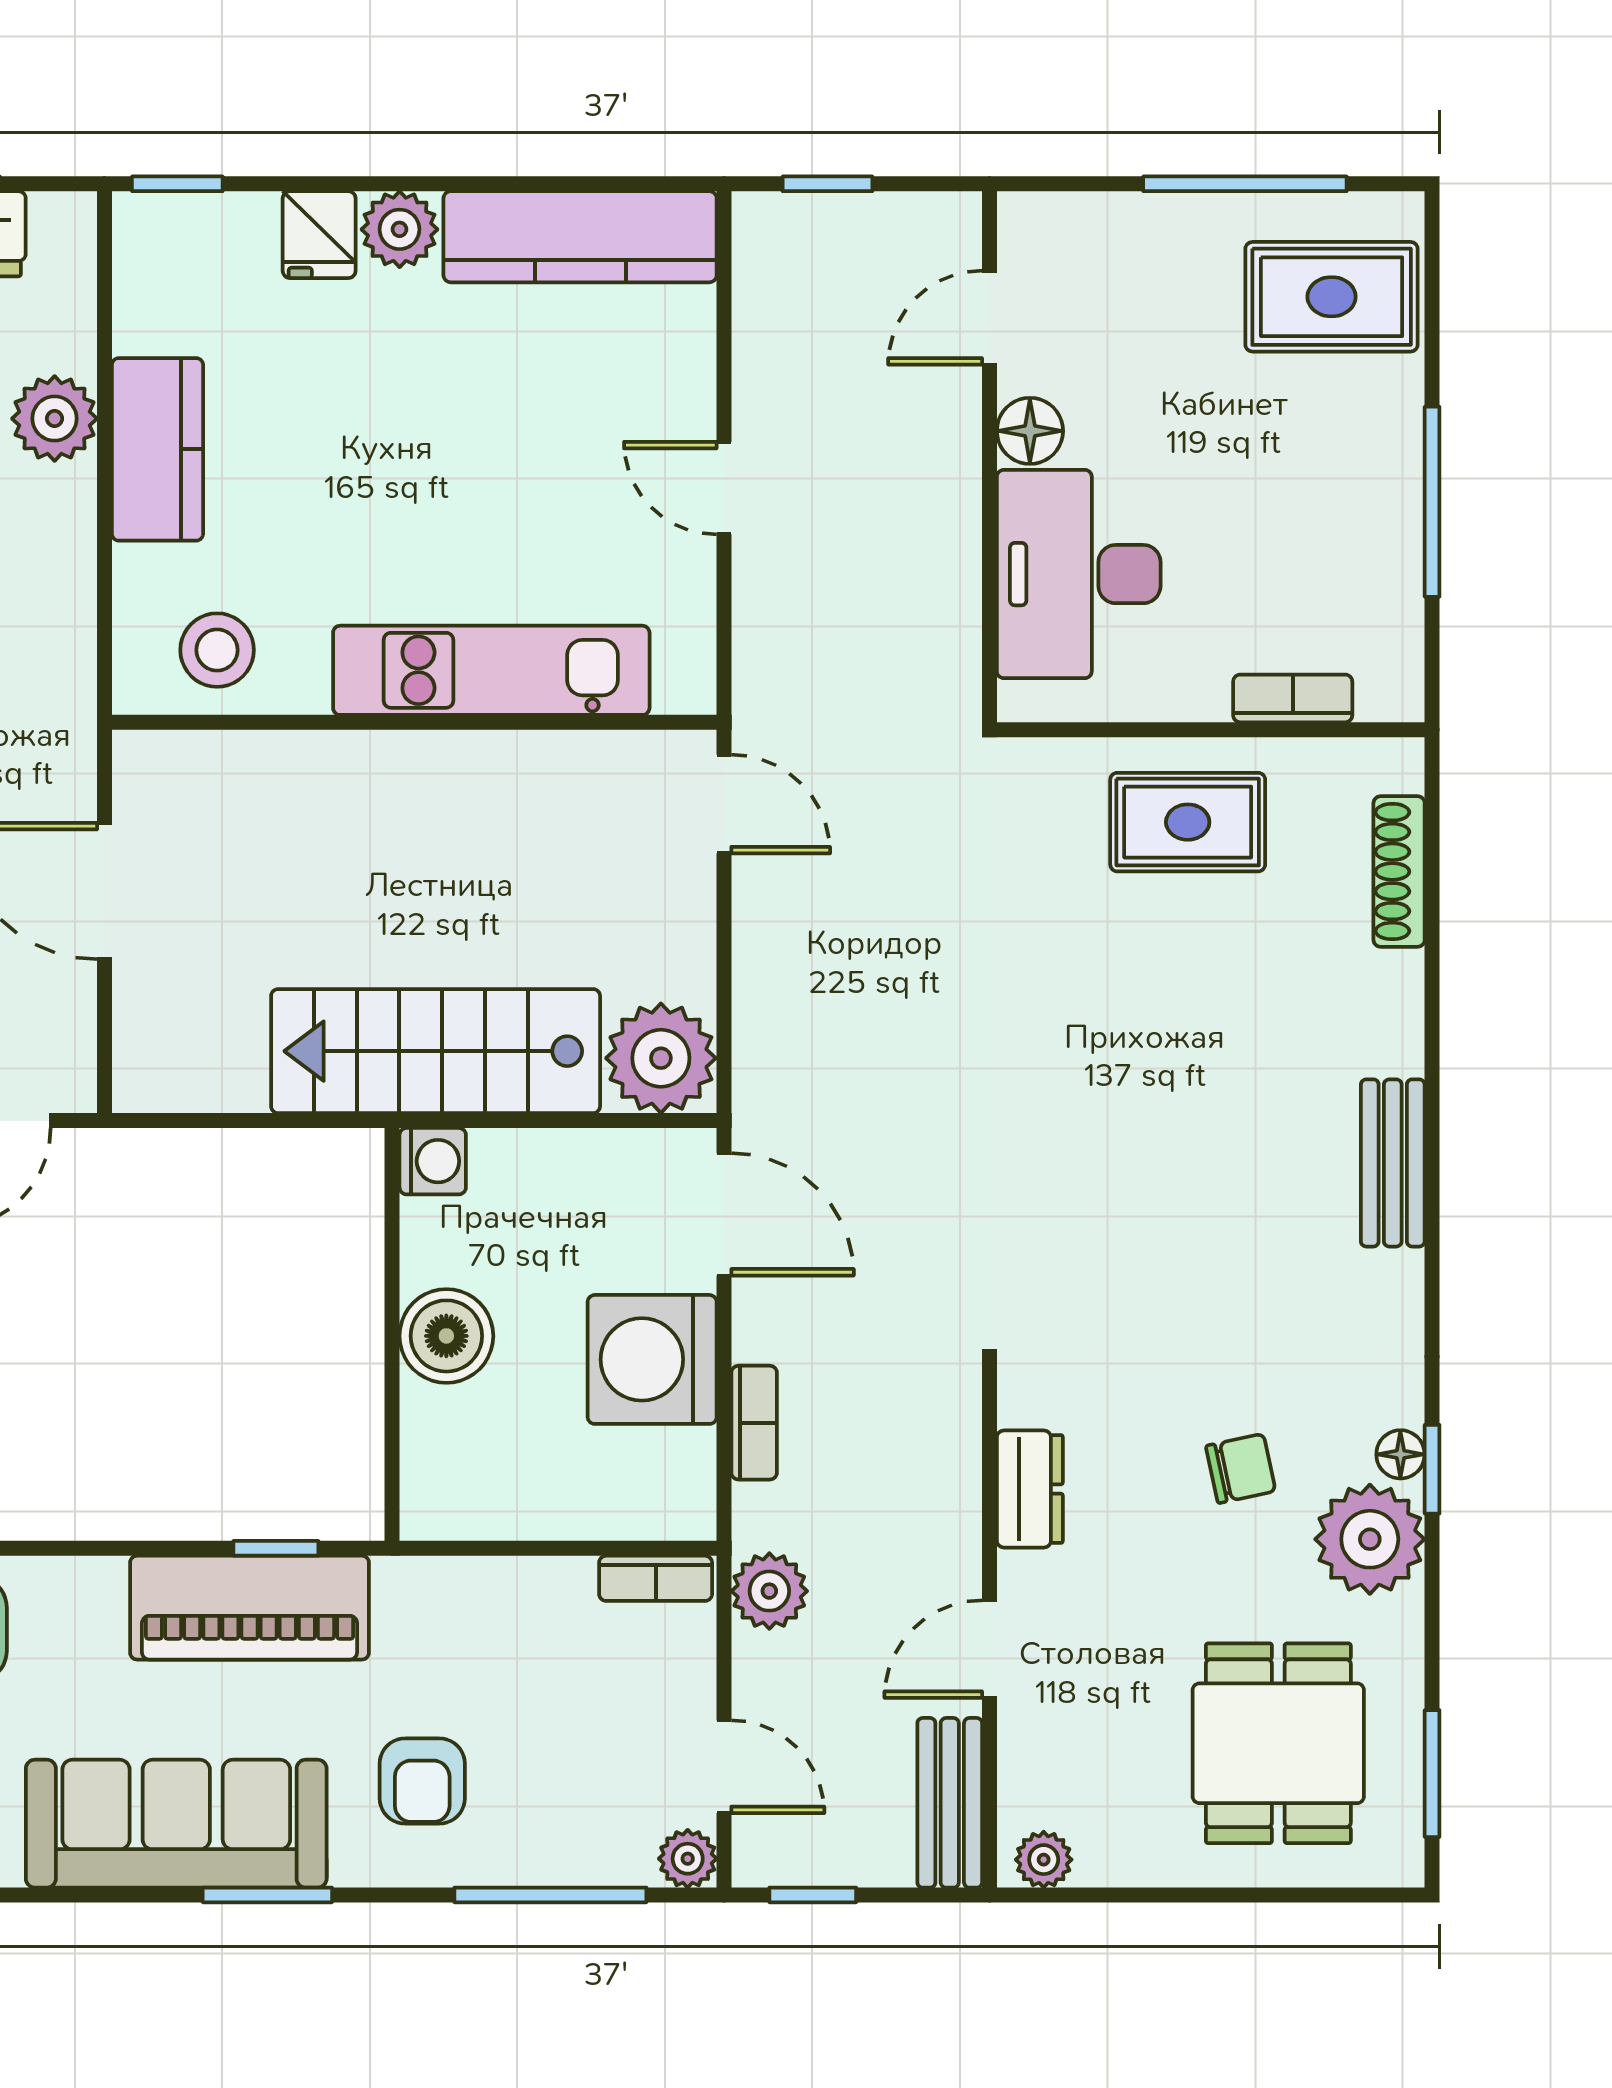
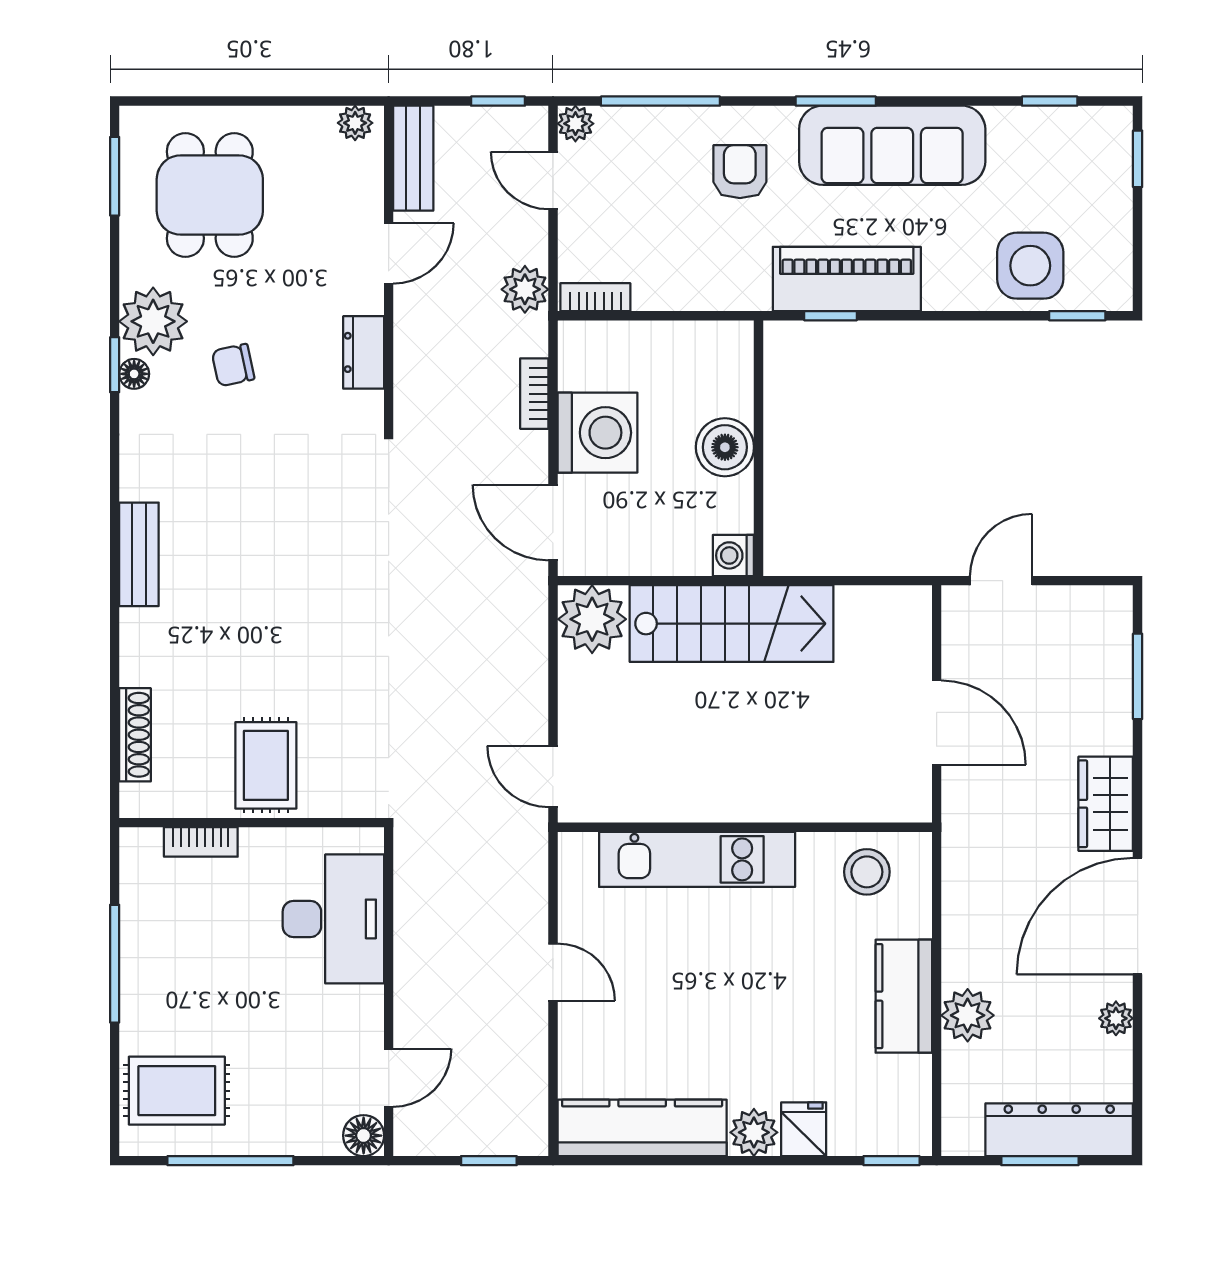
floor lamp: (1030, 431) -> (364, 1136), moved
rug: (1188, 822) -> (266, 765), turned 90

